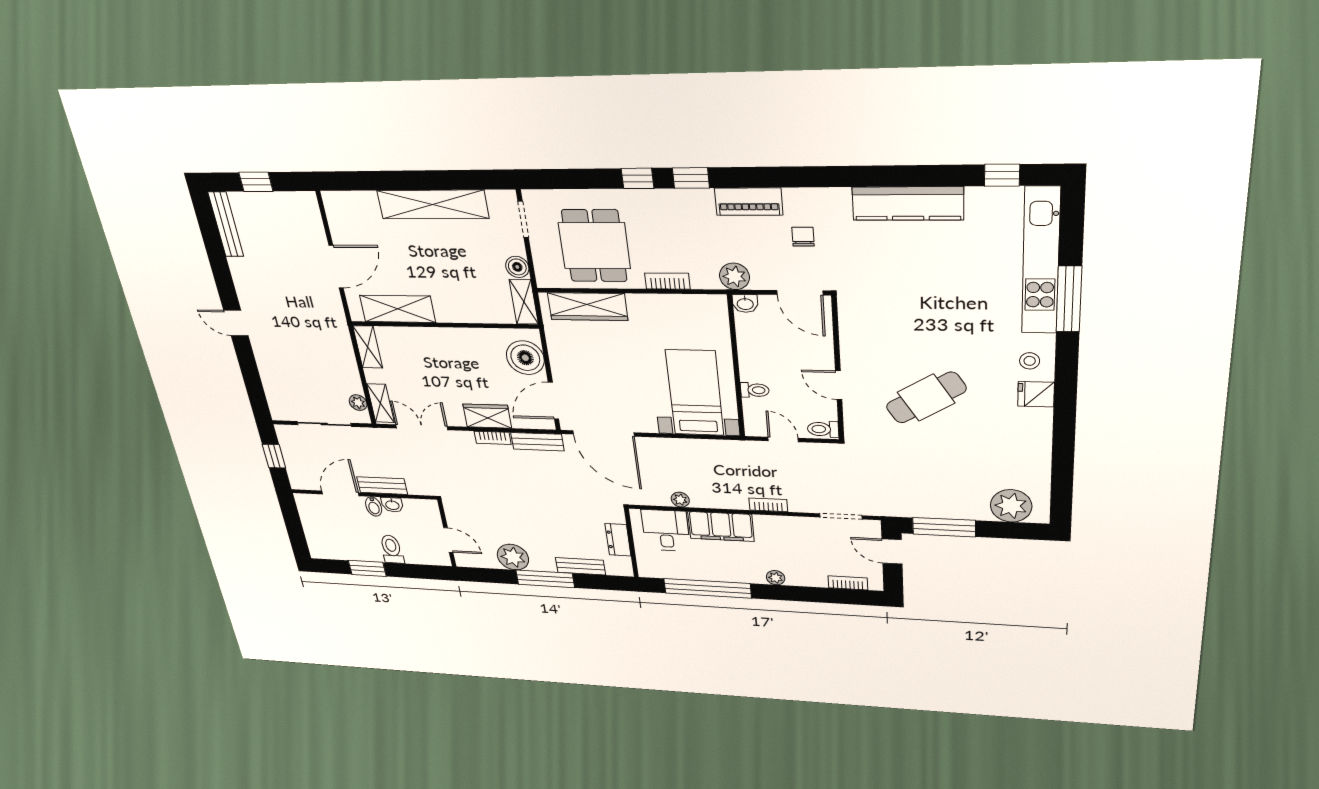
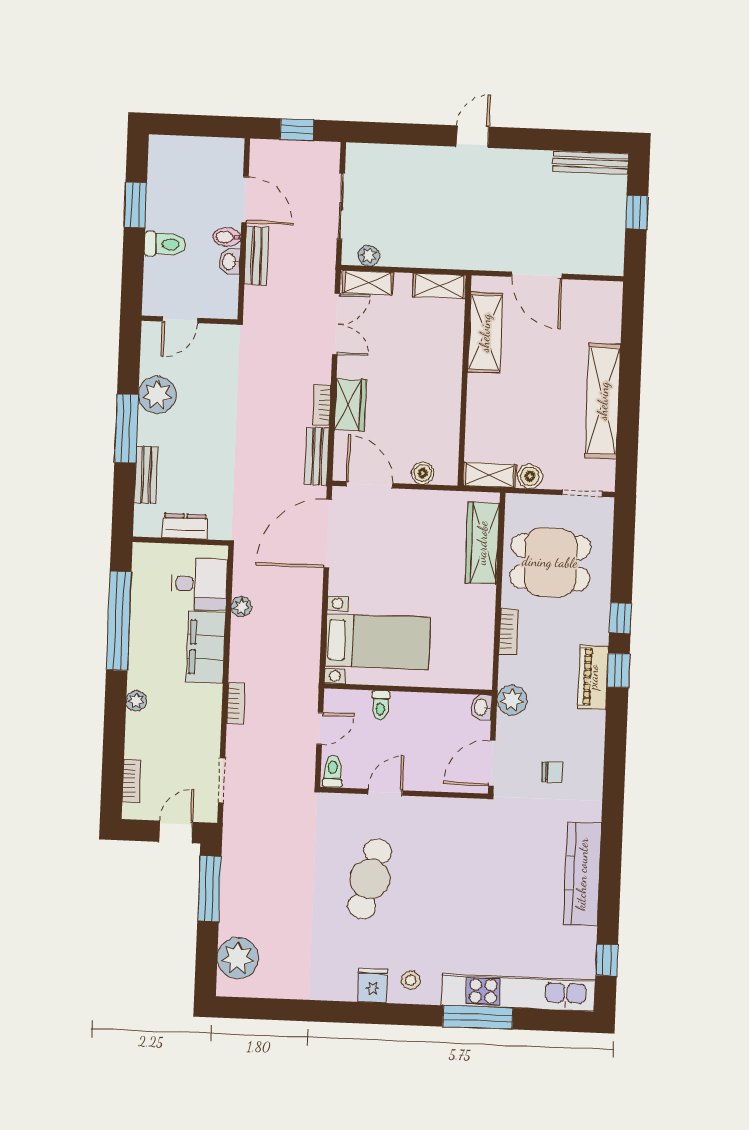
piano: (749, 202) -> (593, 677), moved
boiler: (525, 358) -> (423, 473), width x0.54, depth x0.54
cafe table: (926, 398) -> (370, 879), turned 46

